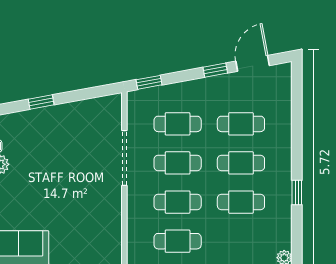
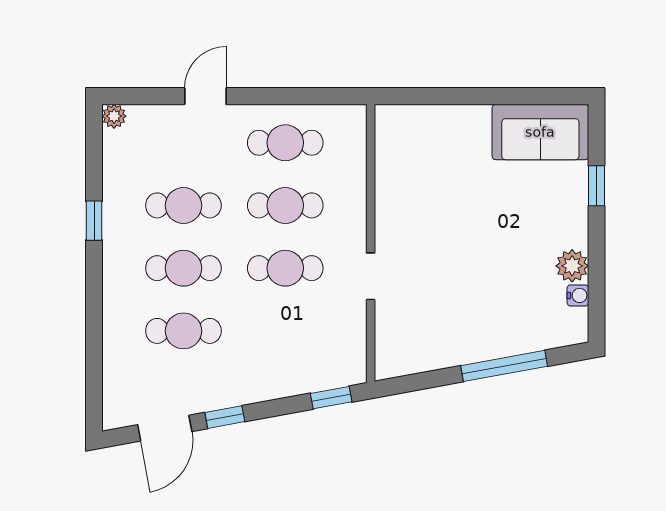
window: (41, 102) -> (504, 366), width x2.17
cafe table: (178, 124) -> (285, 331), removed
doorway: (124, 158) -> (371, 276), width x0.53

